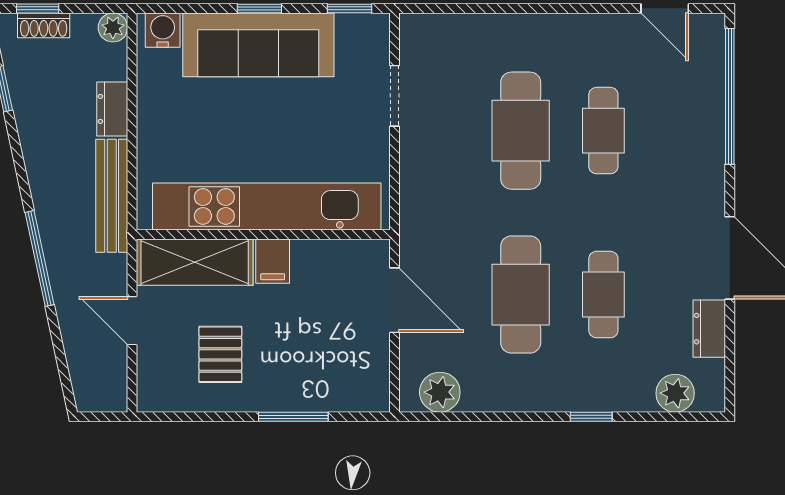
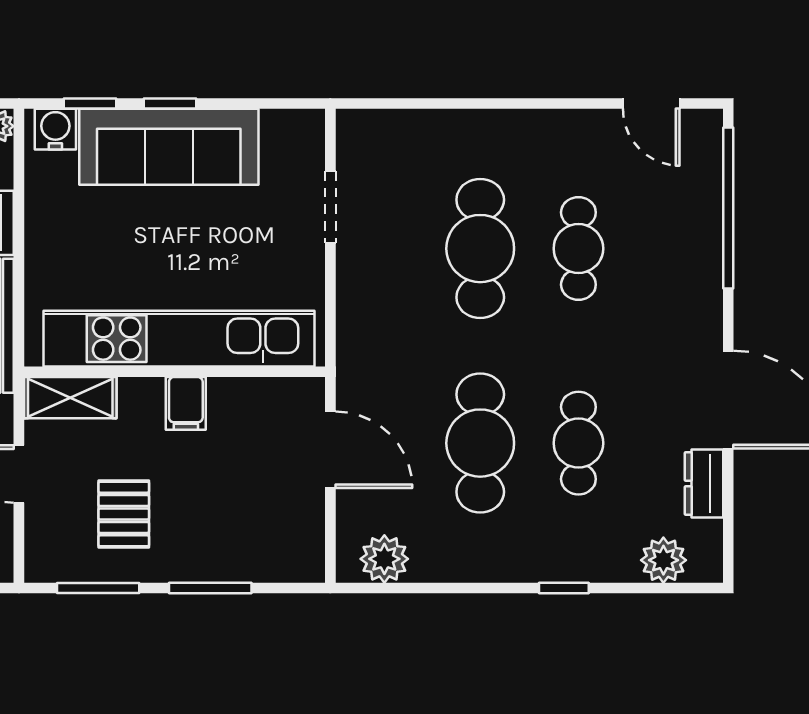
window: (349, 8) -> (90, 104), moved
shelving: (195, 262) -> (70, 398), width x0.67, depth x0.75
window: (199, 417) -> (98, 588), added

